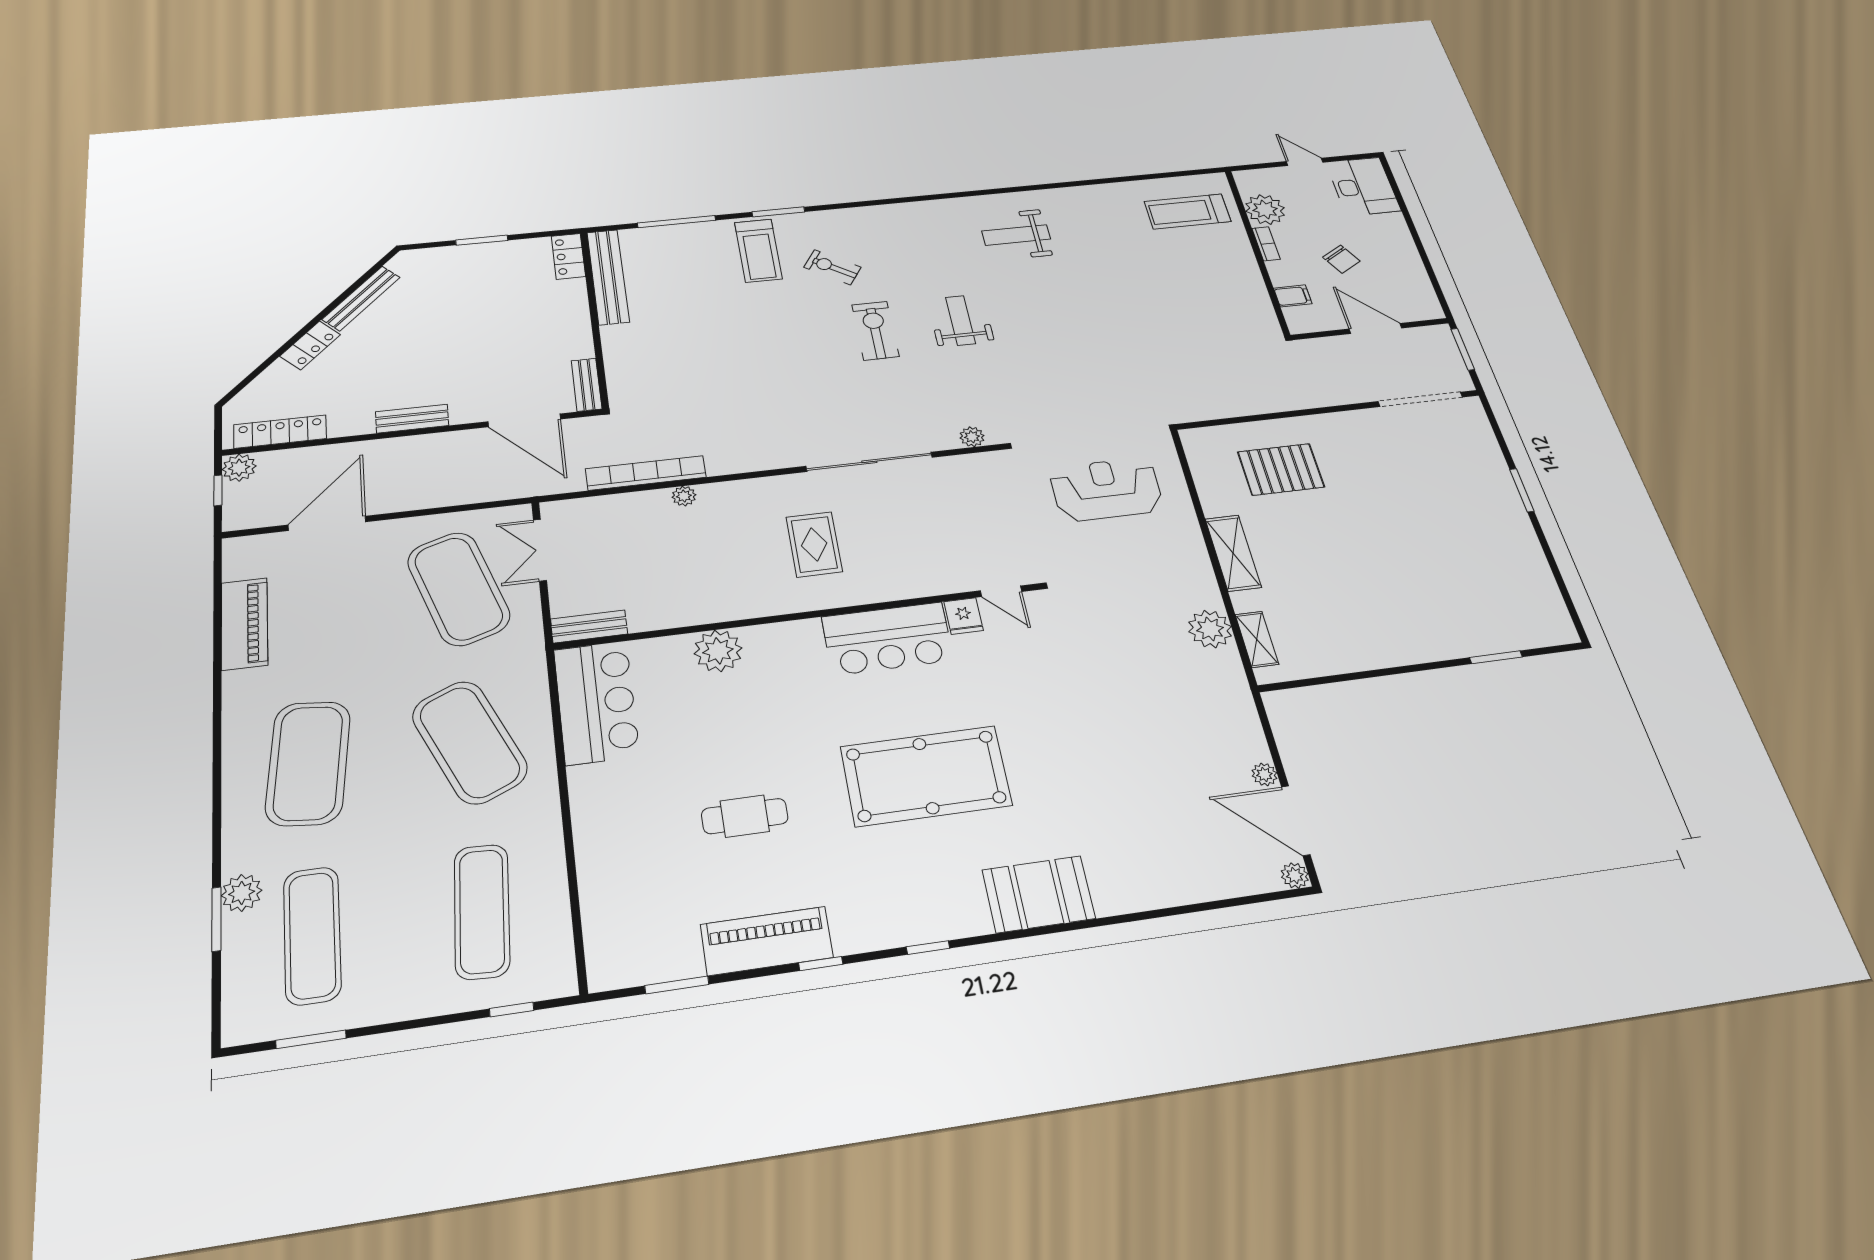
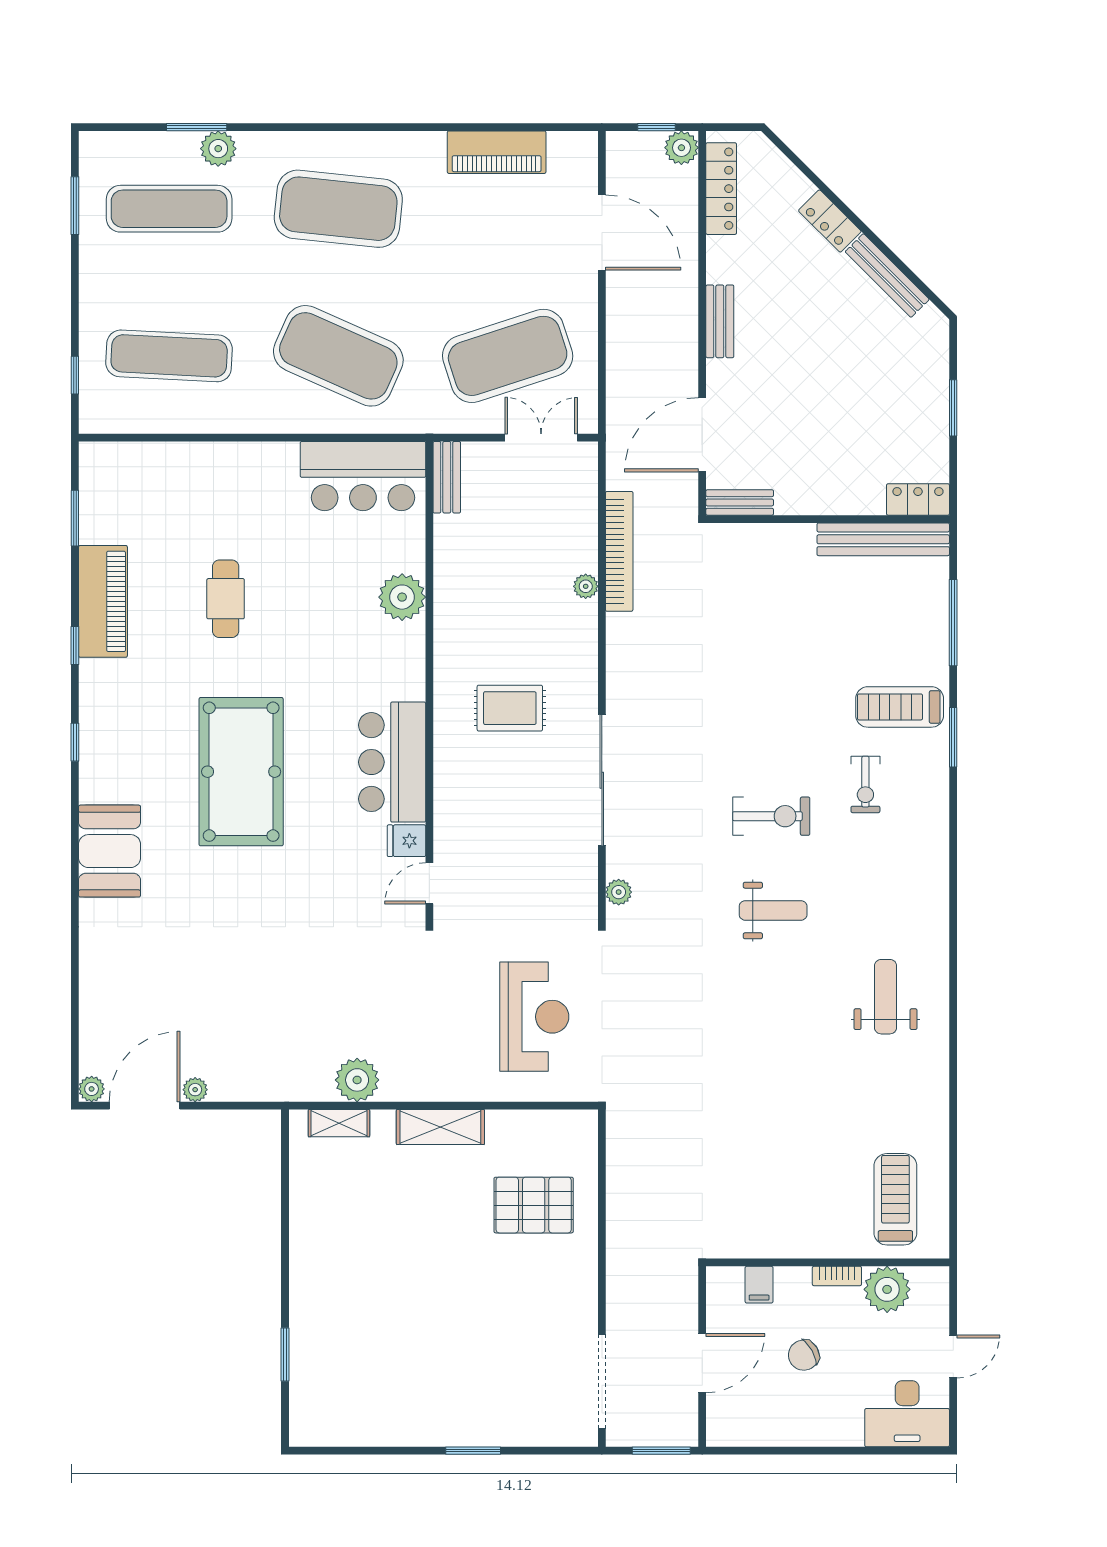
exercise bike: (832, 267) -> (865, 784), turned 146
pallet: (1281, 469) -> (534, 1205), turned 90
exercise mat: (470, 742) -> (338, 356), turned 48

